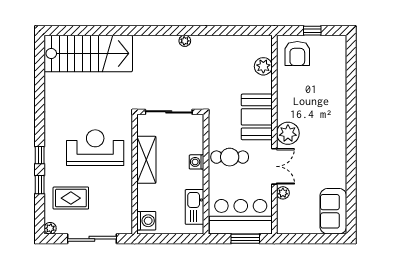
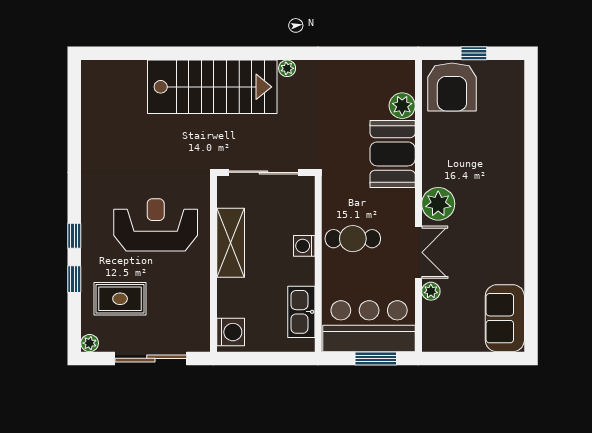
stairs: (88, 53) -> (212, 87), moved
armchair: (297, 54) -> (452, 87), width x1.36, depth x1.36
booth: (257, 117) -> (393, 154), moved

